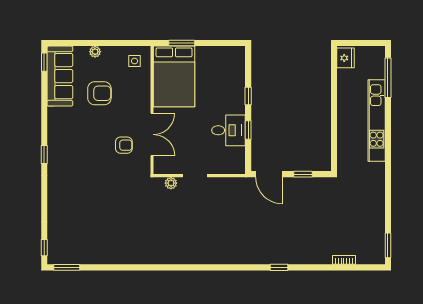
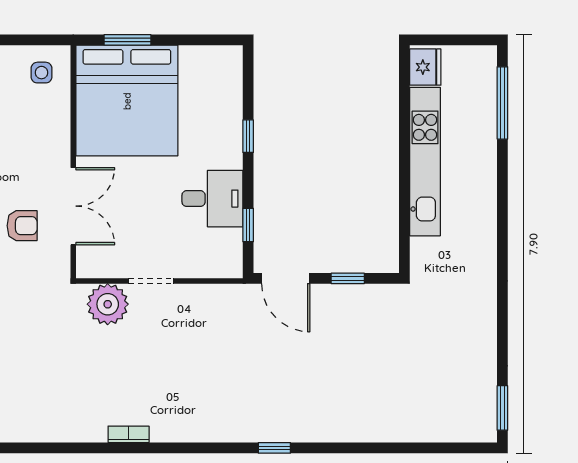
bed: (174, 76) -> (127, 101), width x1.36
kitchen unit: (377, 120) -> (425, 162), moved, turned 180
window: (248, 130) -> (248, 225), moved
plant: (171, 183) -> (108, 304), width x1.88, depth x1.88
bookcase: (344, 260) -> (129, 434), moved
window: (279, 267) -> (274, 448), moved

